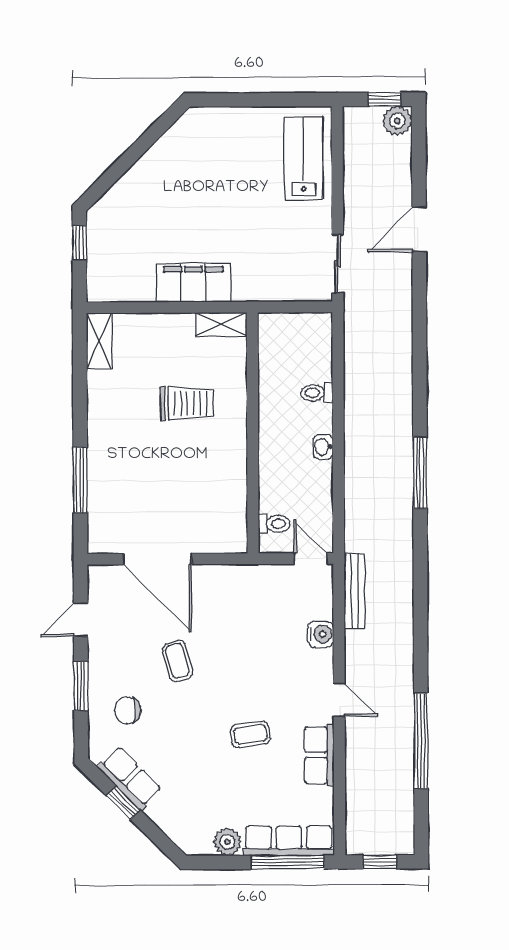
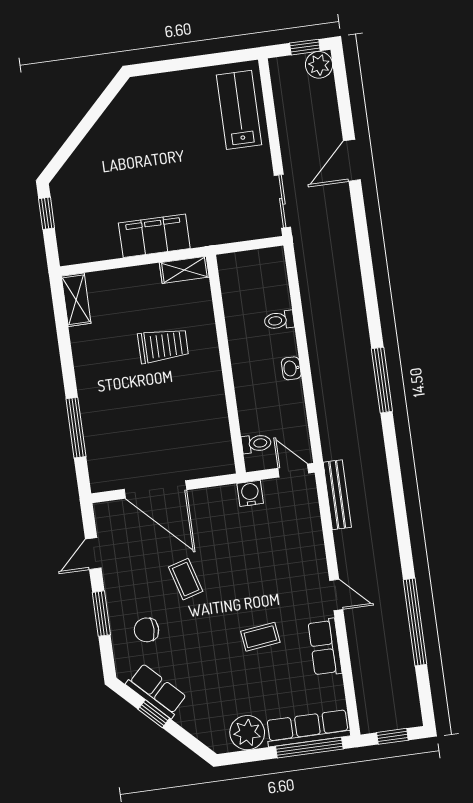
water cooler: (321, 634) -> (250, 493), moved, turned -90
plant: (227, 842) -> (247, 733), width x1.36, depth x1.36

